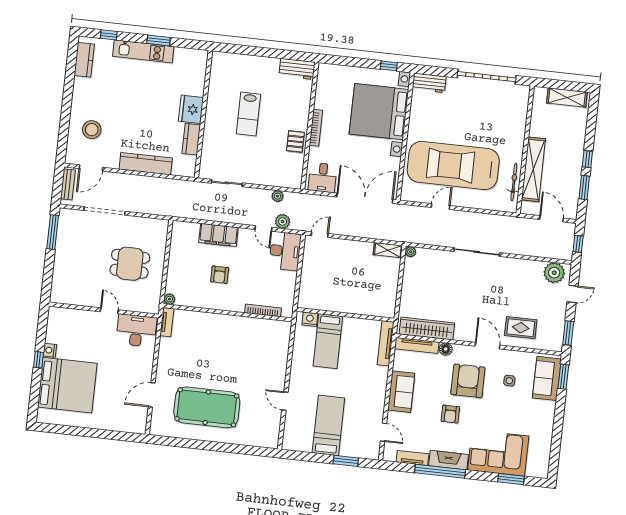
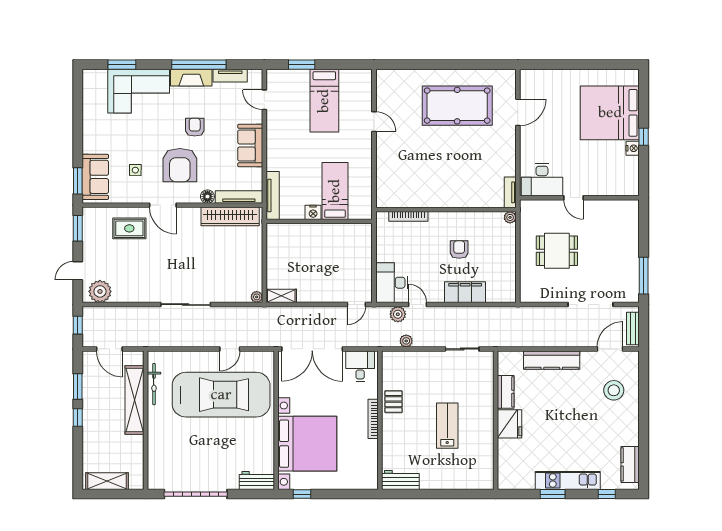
nightstand: (310, 319) -> (313, 212), moved

